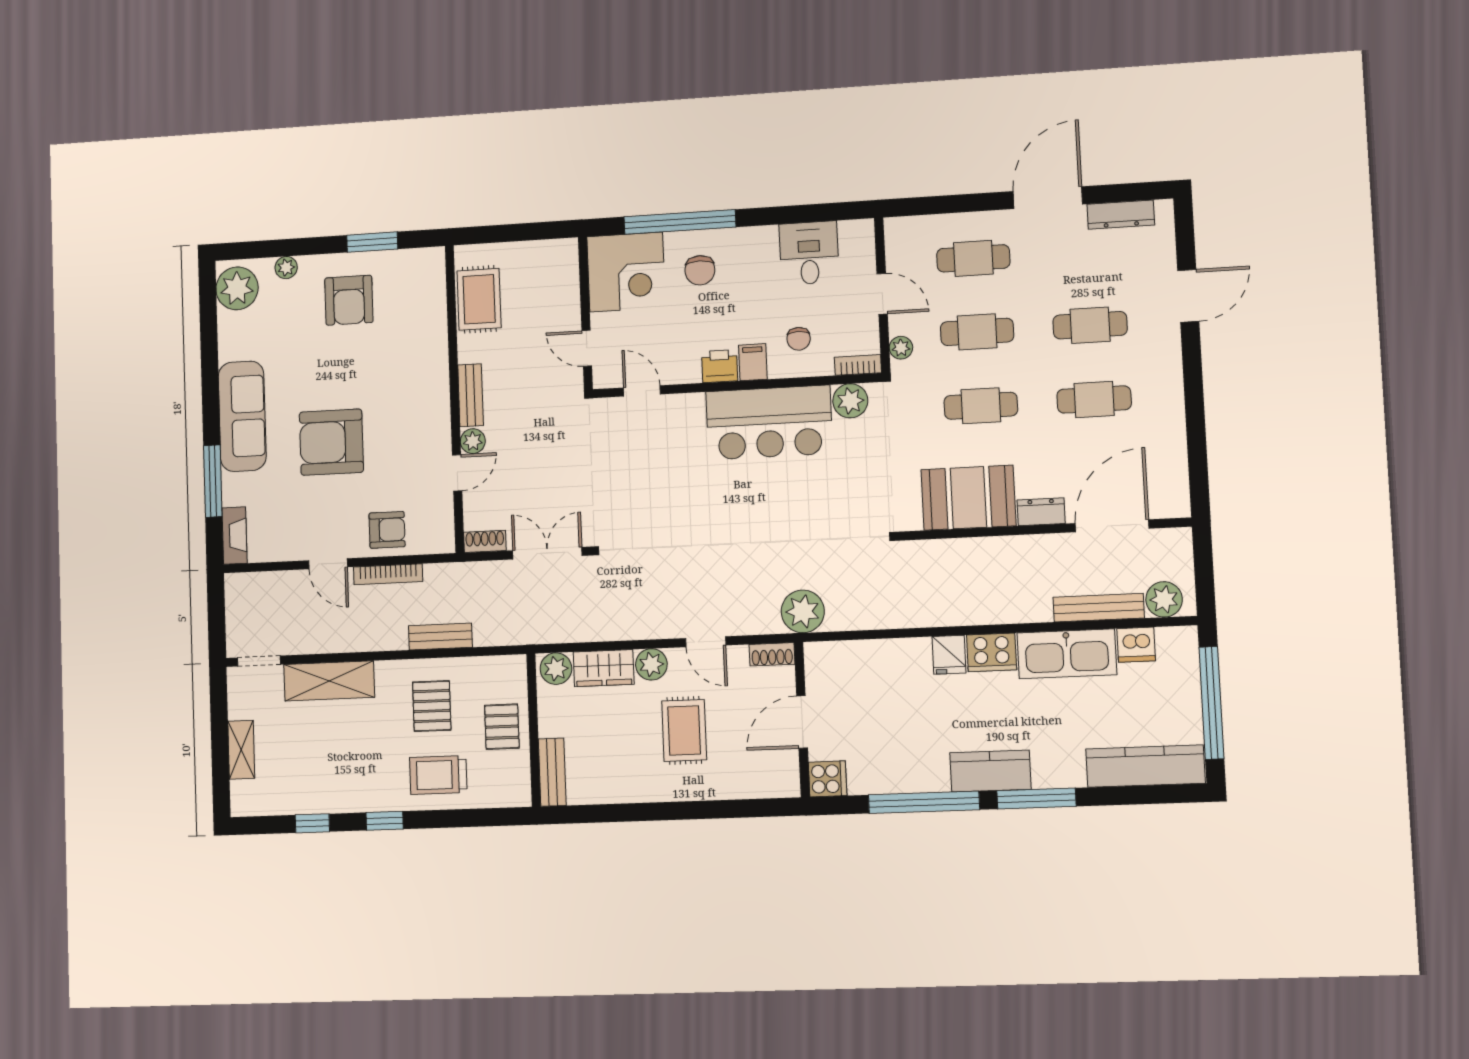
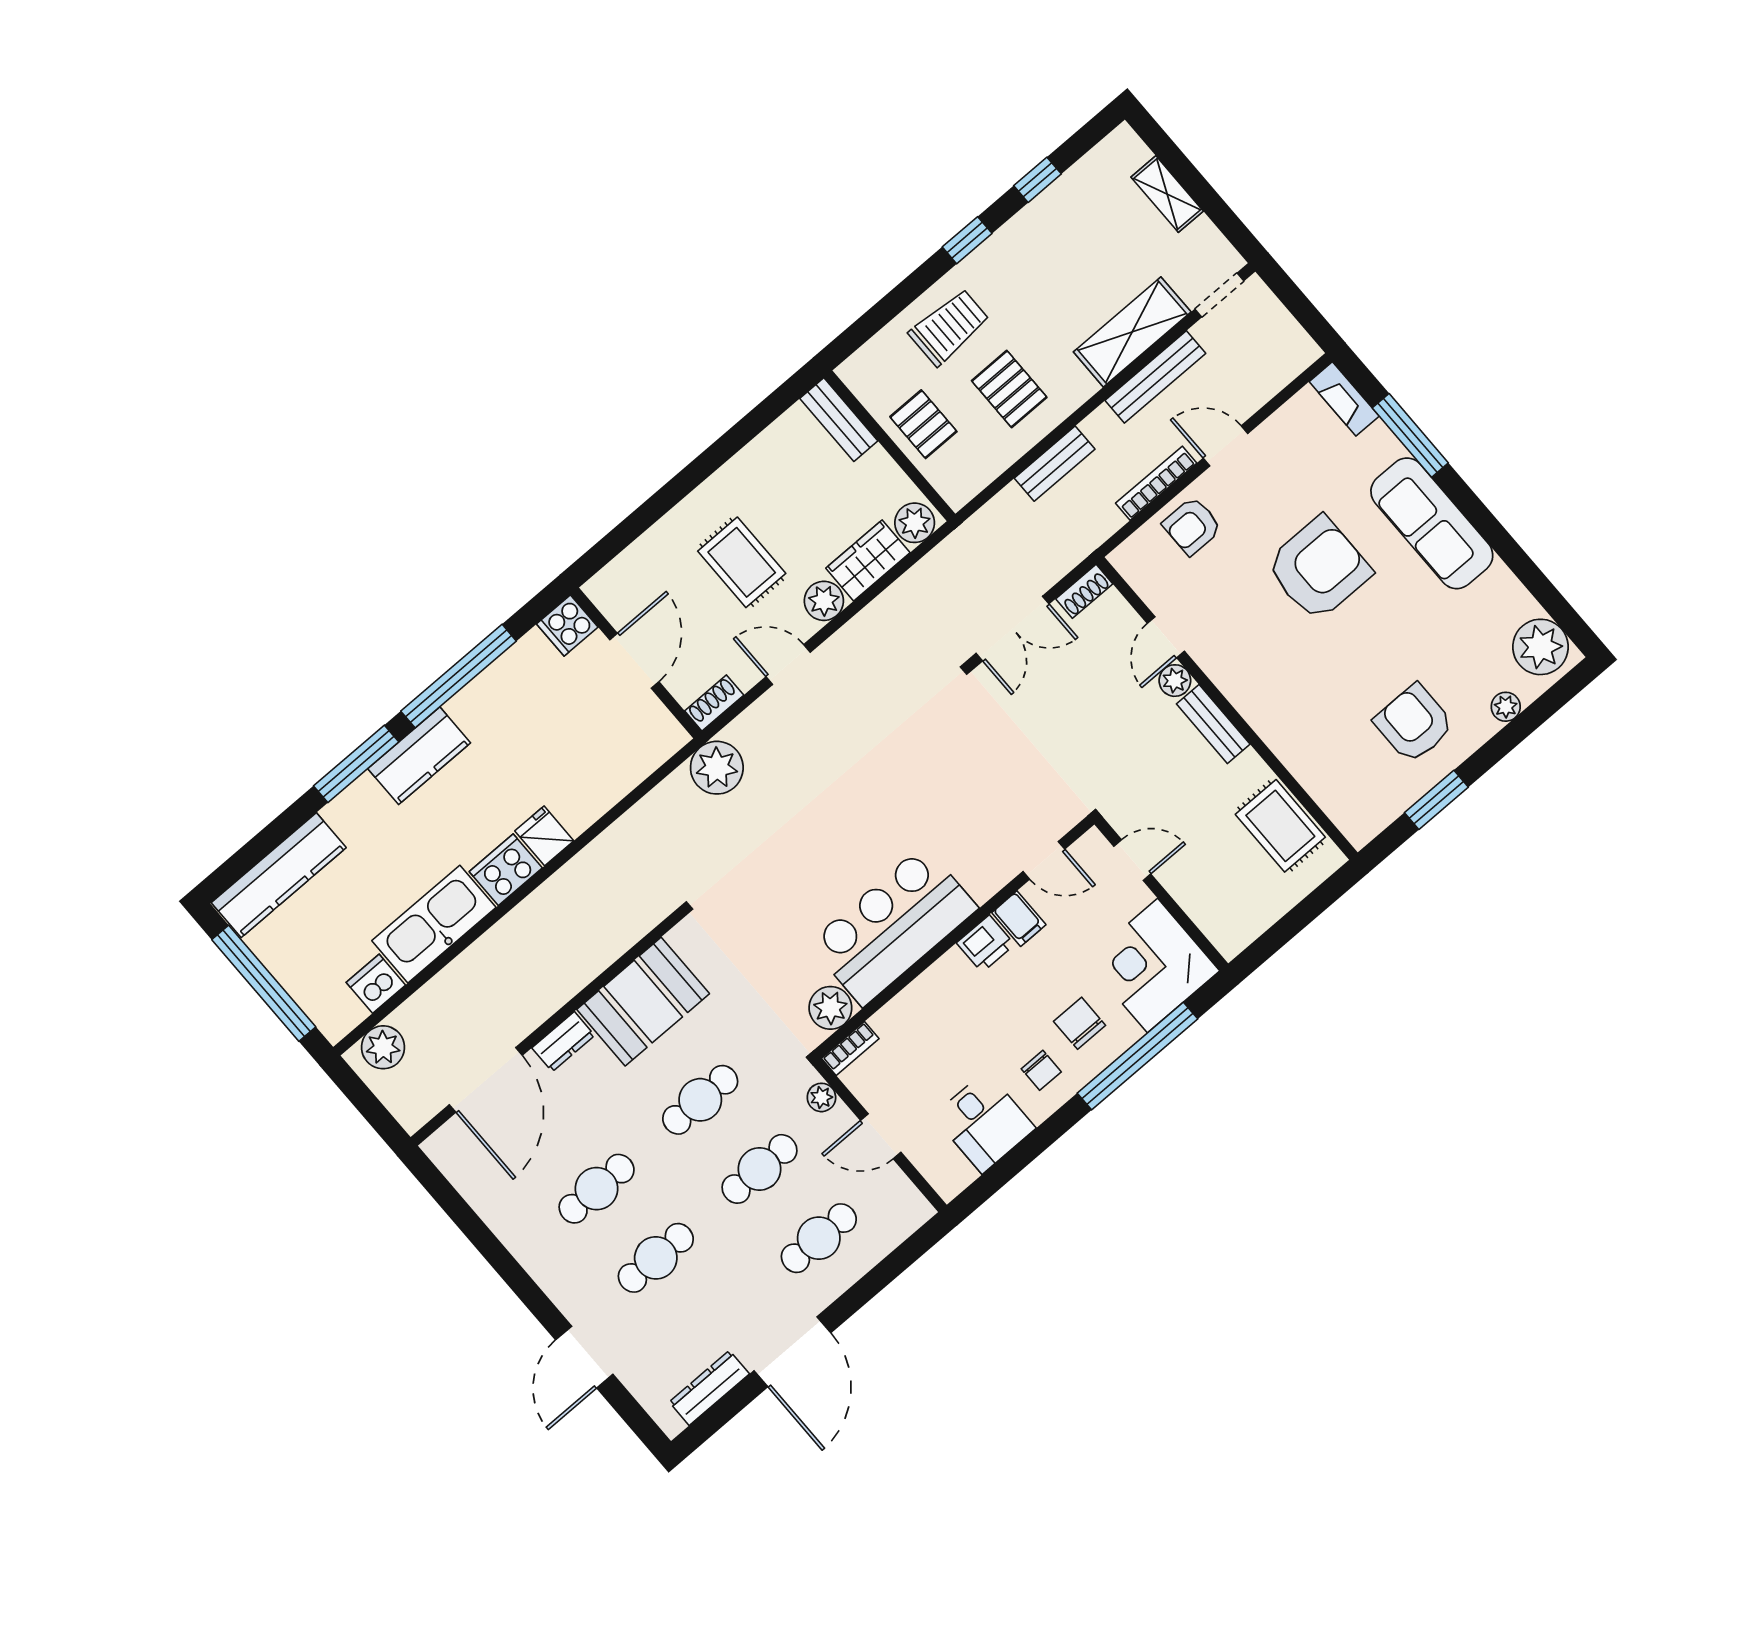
chair: (799, 339) -> (1041, 1070), moved, turned 180
filing cabinet: (753, 362) -> (1019, 919), moved
bench: (1099, 608) -> (1155, 377), moved

